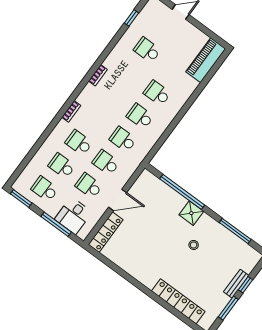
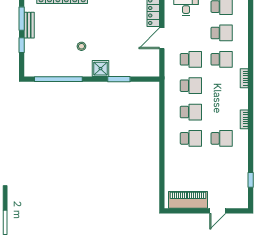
school desk: (147, 50) -> (222, 138), moved
piano: (206, 60) -> (188, 200), moved, turned -90
school desk: (89, 186) -> (191, 33), removed
window: (182, 192) -> (119, 79), width x0.47
window: (235, 231) -> (58, 79), width x1.46
bench: (236, 284) -> (29, 25), moved

